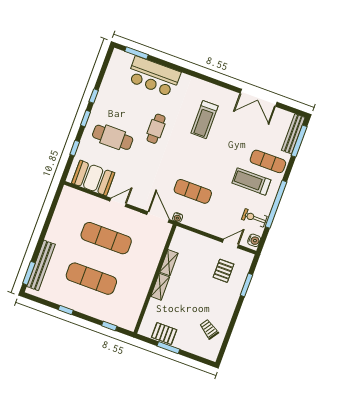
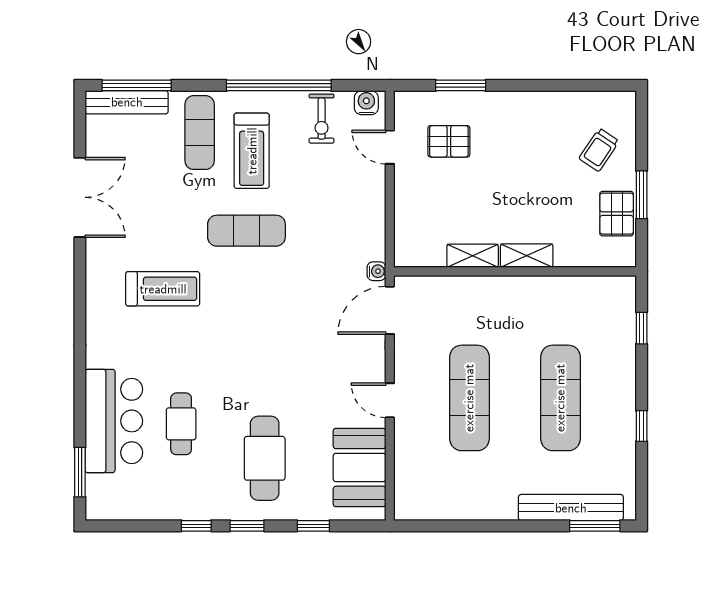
cafe table: (156, 129) -> (181, 424), moved, turned 90
exercise mat: (193, 191) -> (246, 231), moved, turned 90
trolley: (209, 329) -> (599, 150), moved

